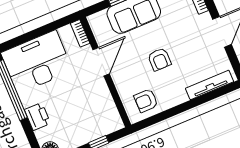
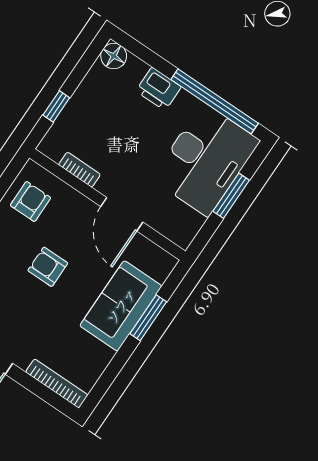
window: (36, 33) -> (231, 196), added
bookcase: (80, 33) -> (79, 170), moved

